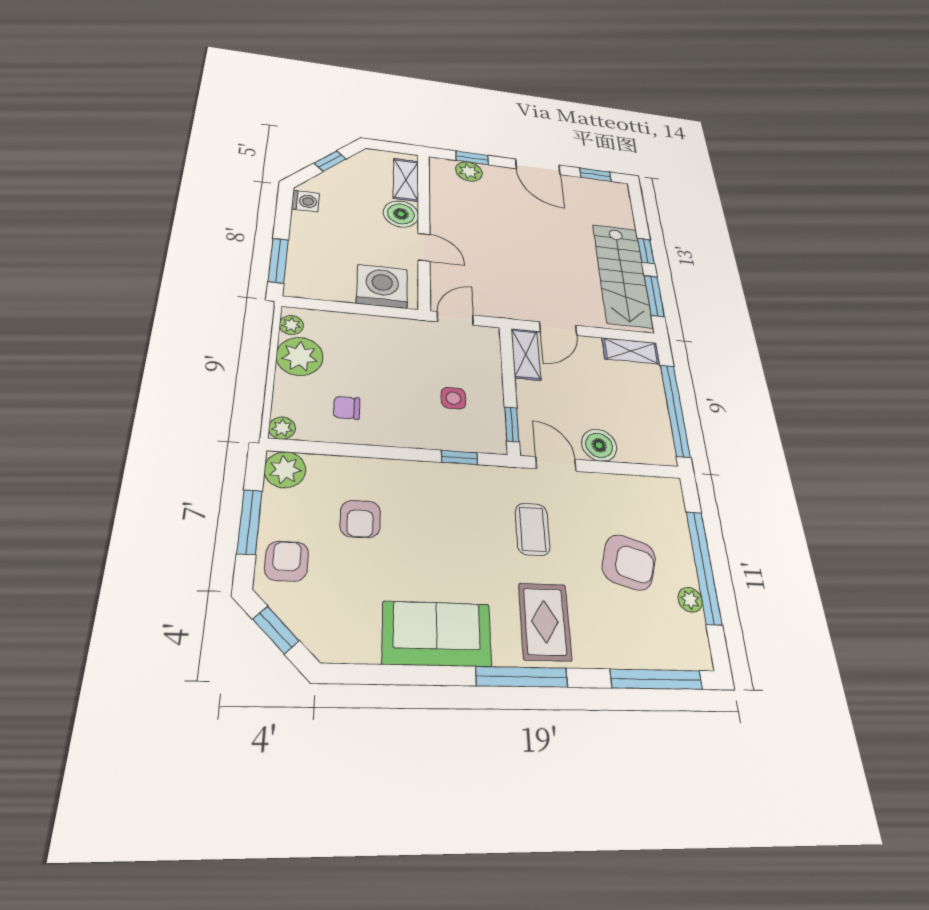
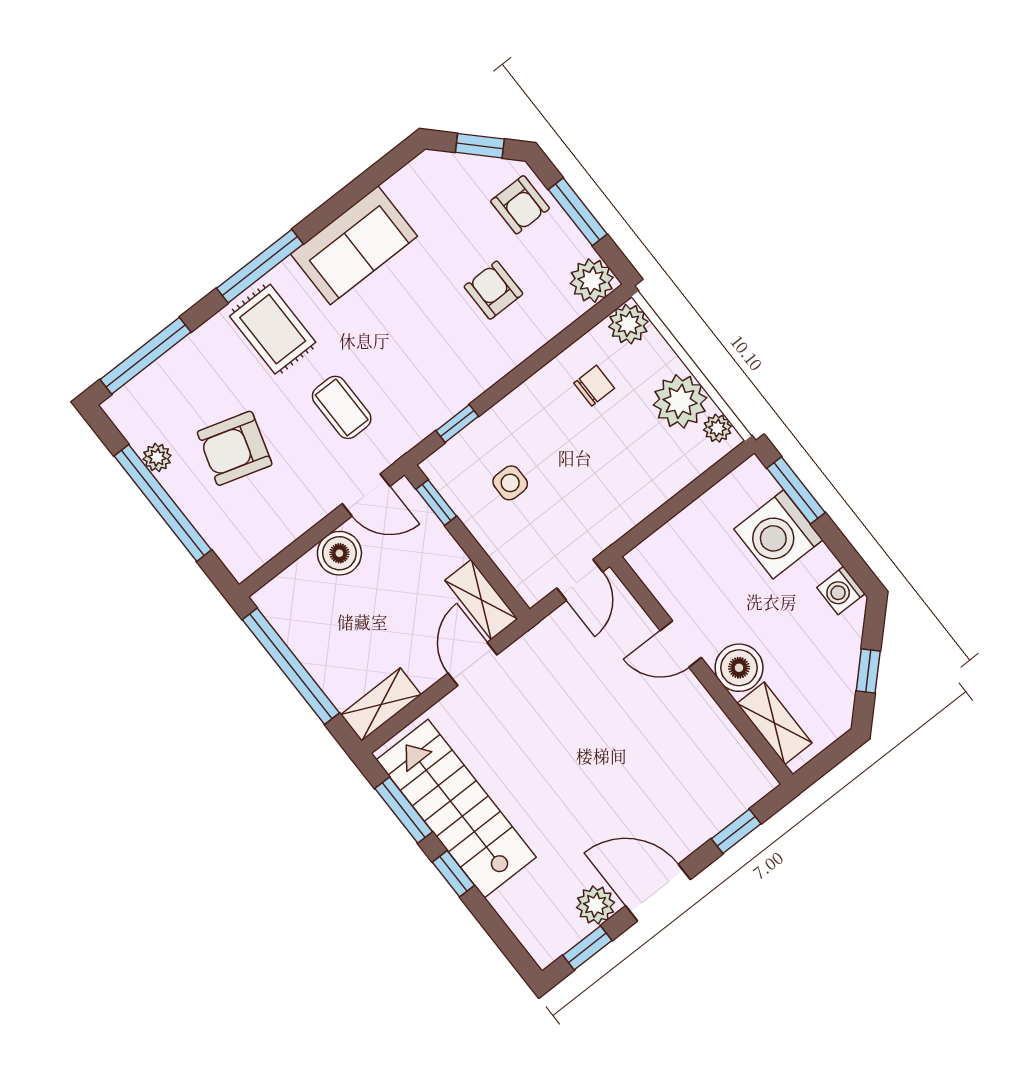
plant: (469, 171) -> (596, 905), moved
washing machine: (382, 286) -> (778, 534), moved, turned 90
plant: (282, 428) -> (628, 324), width x1.38, depth x1.38

